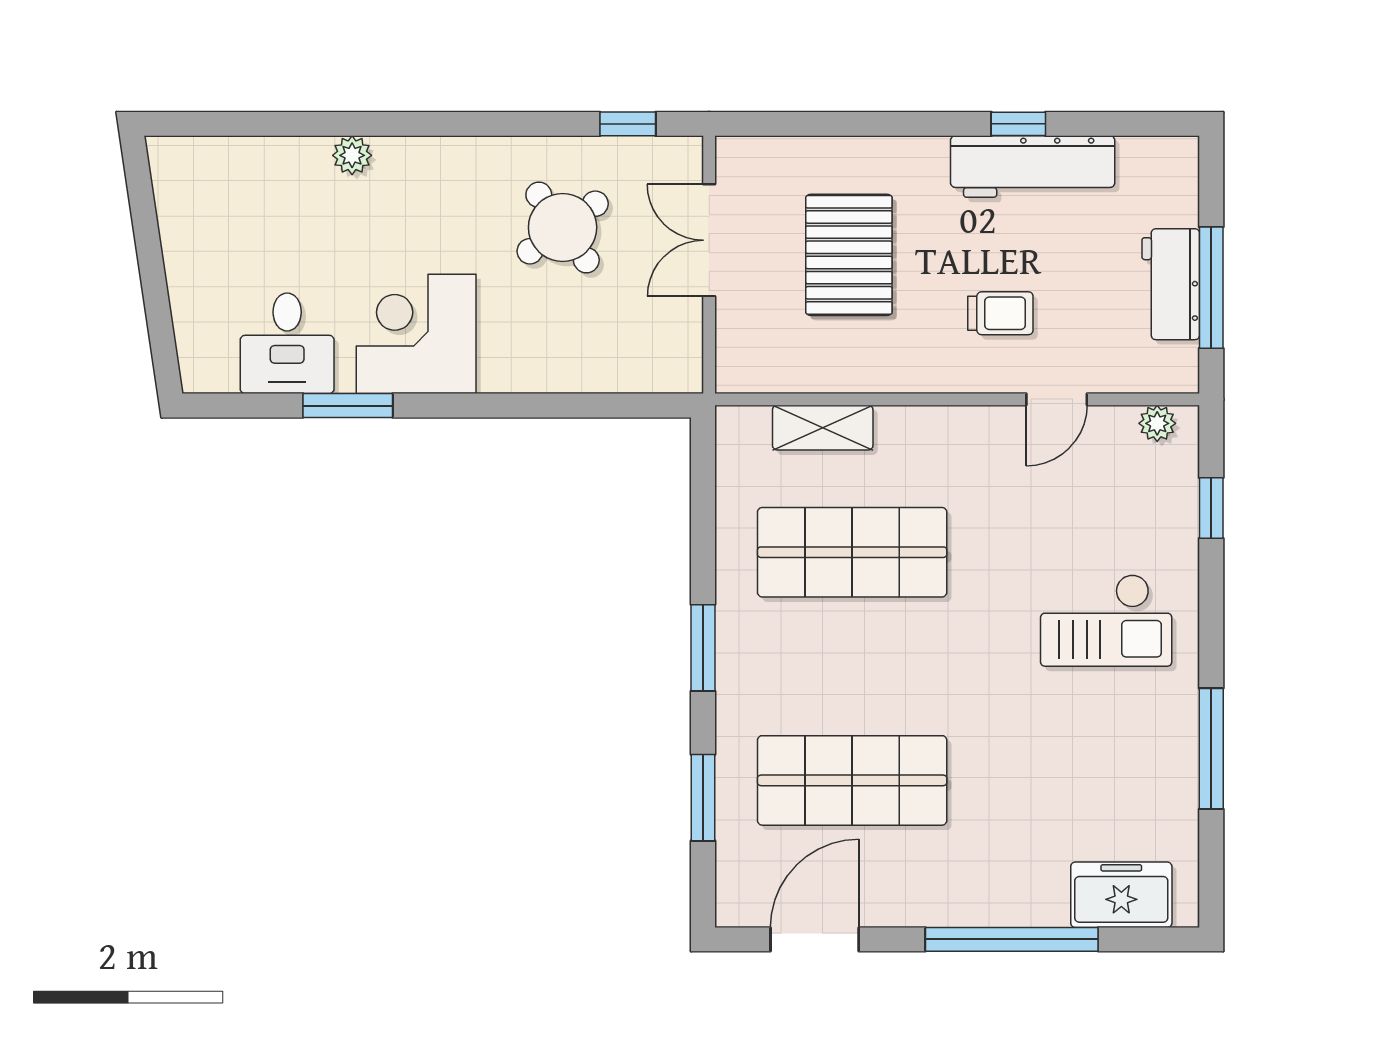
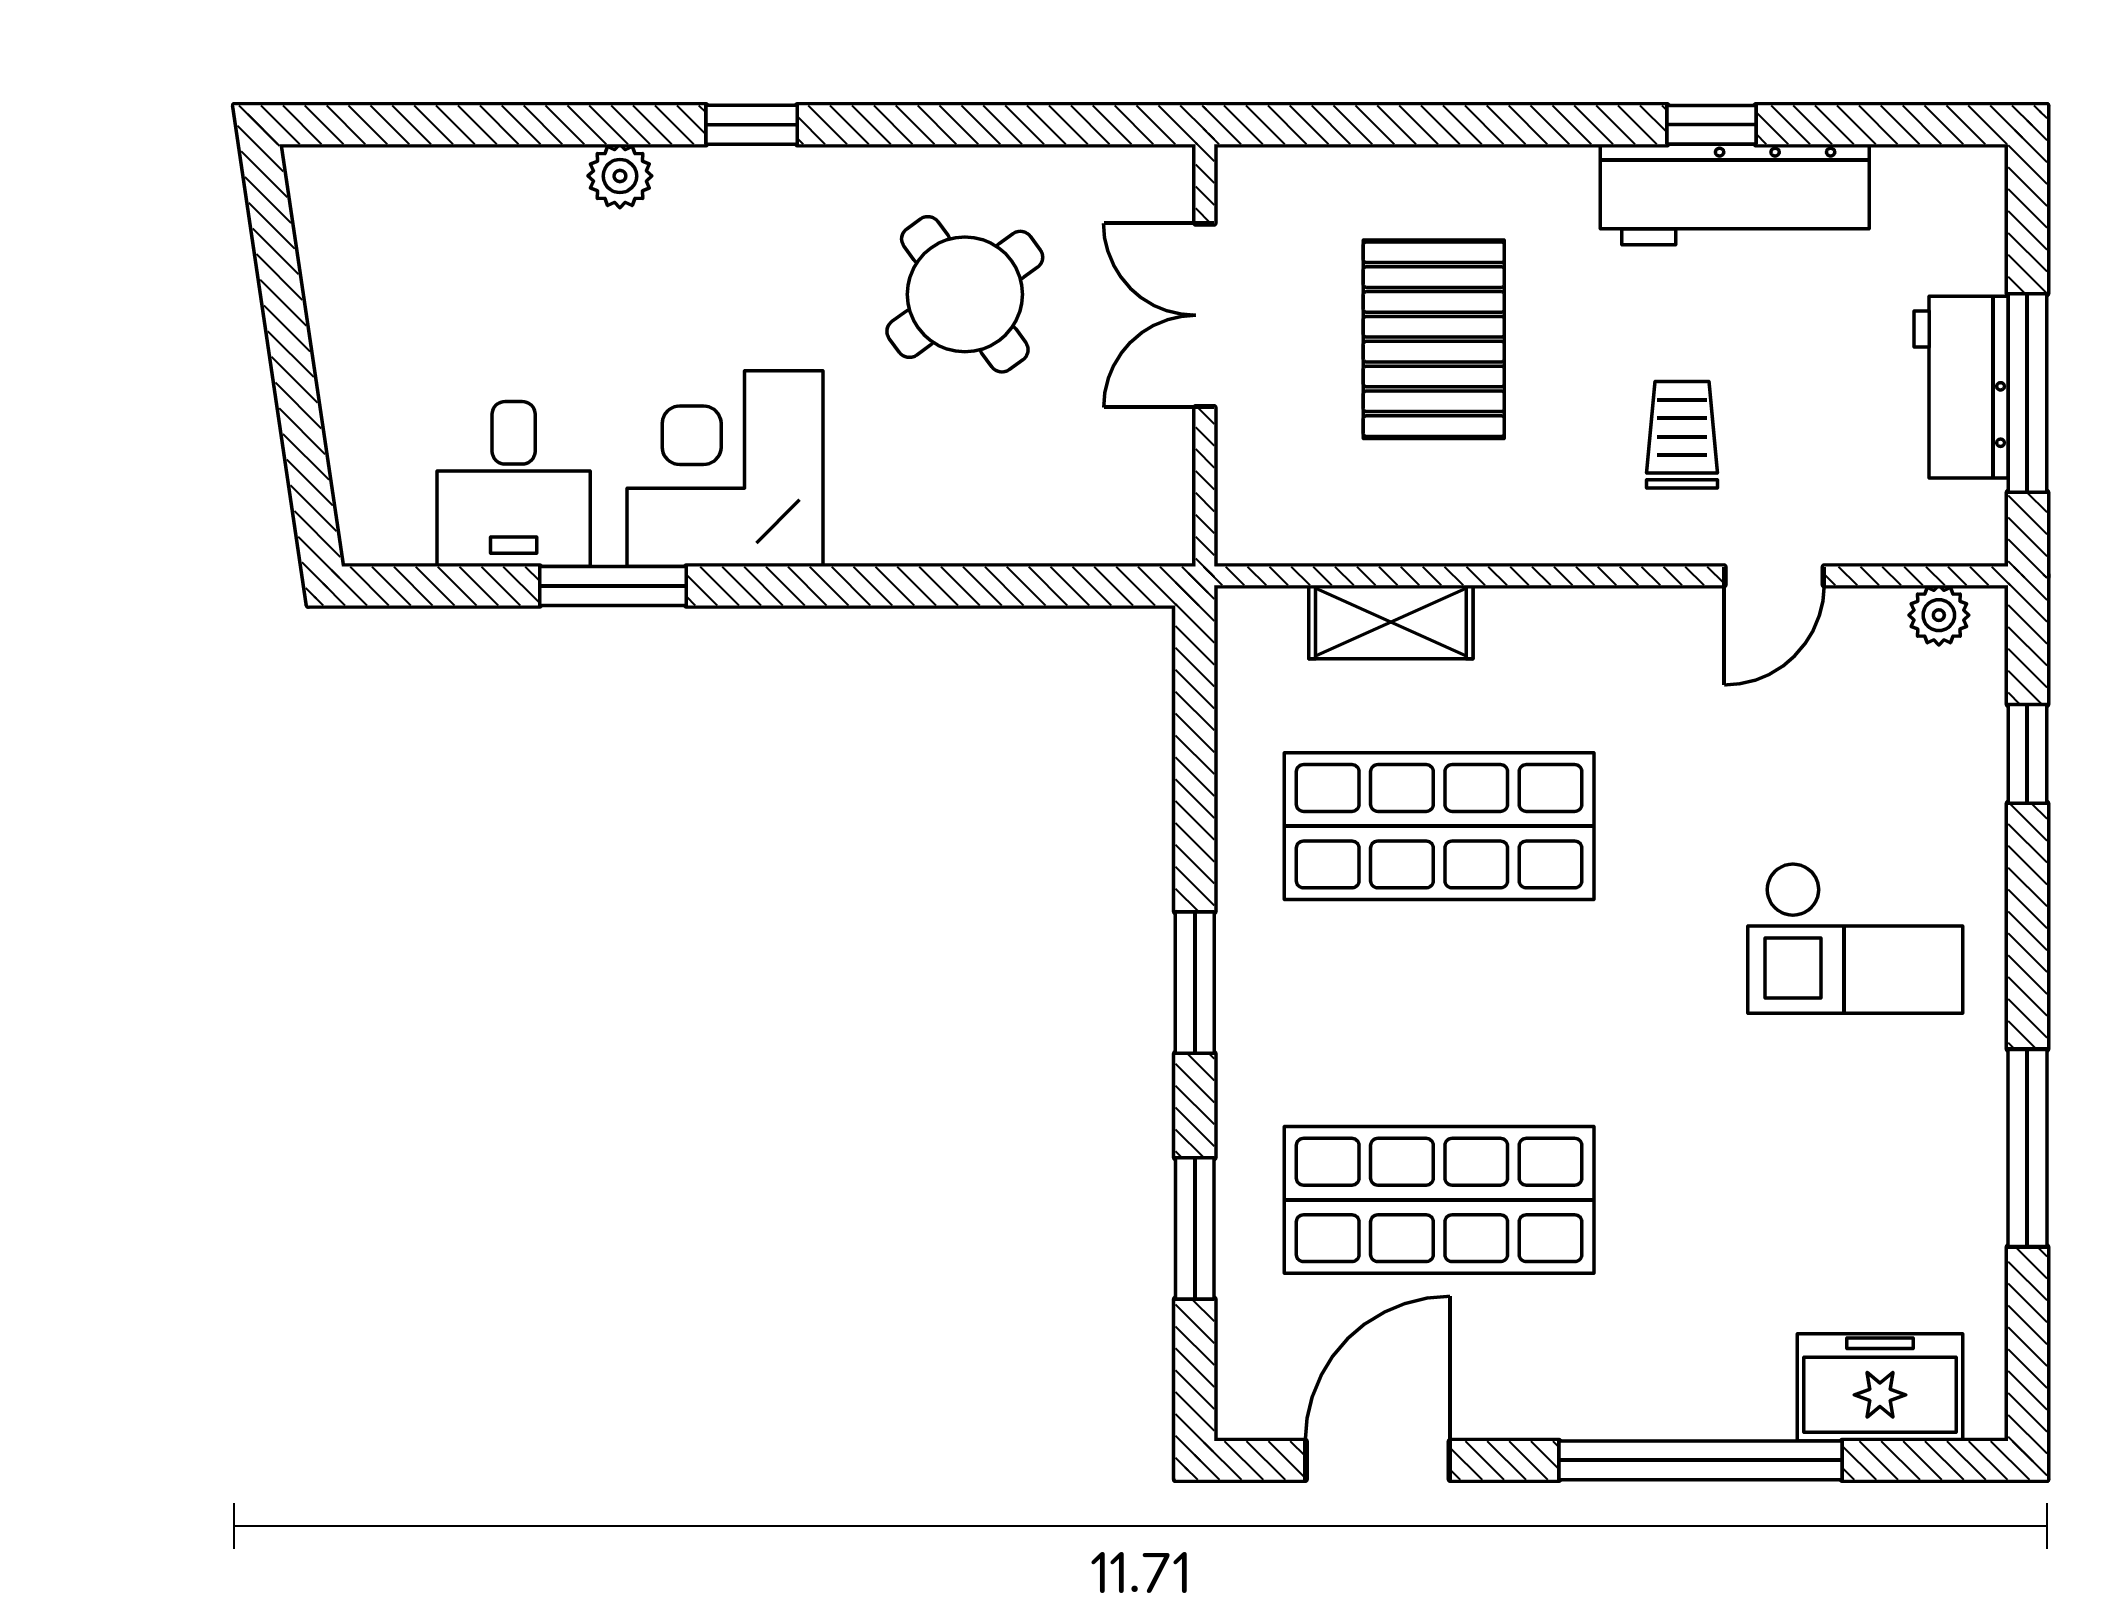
window: (628, 124) -> (752, 125), moved
trolley: (1000, 313) -> (1682, 435), turned -90

